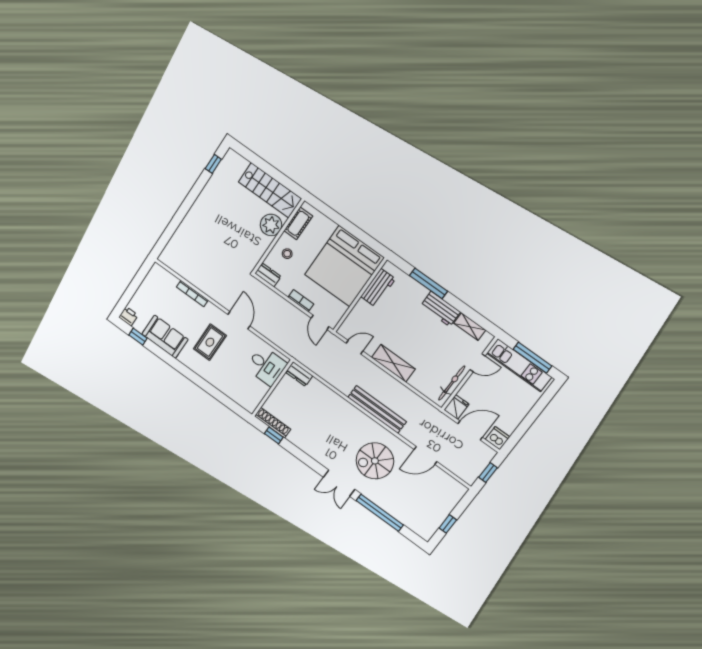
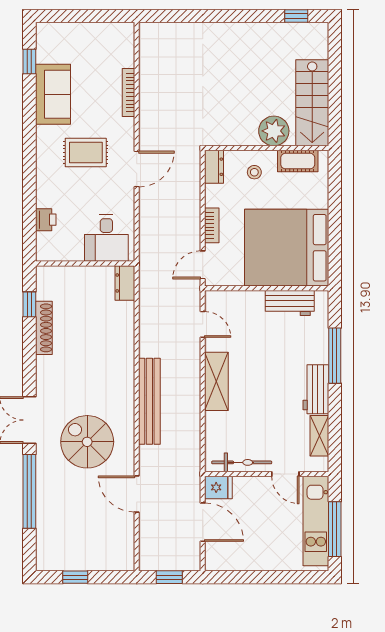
printer: (128, 316) -> (46, 220), moved
shoe rack: (273, 423) -> (44, 328), moved
dishwasher: (498, 438) -> (216, 558), removed

